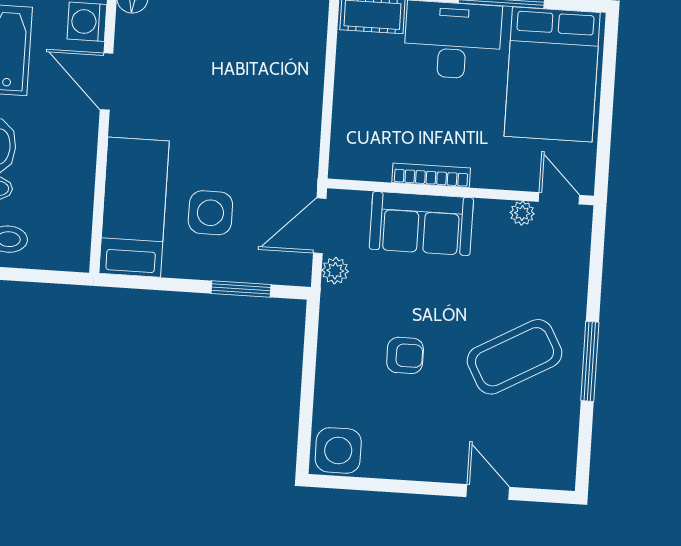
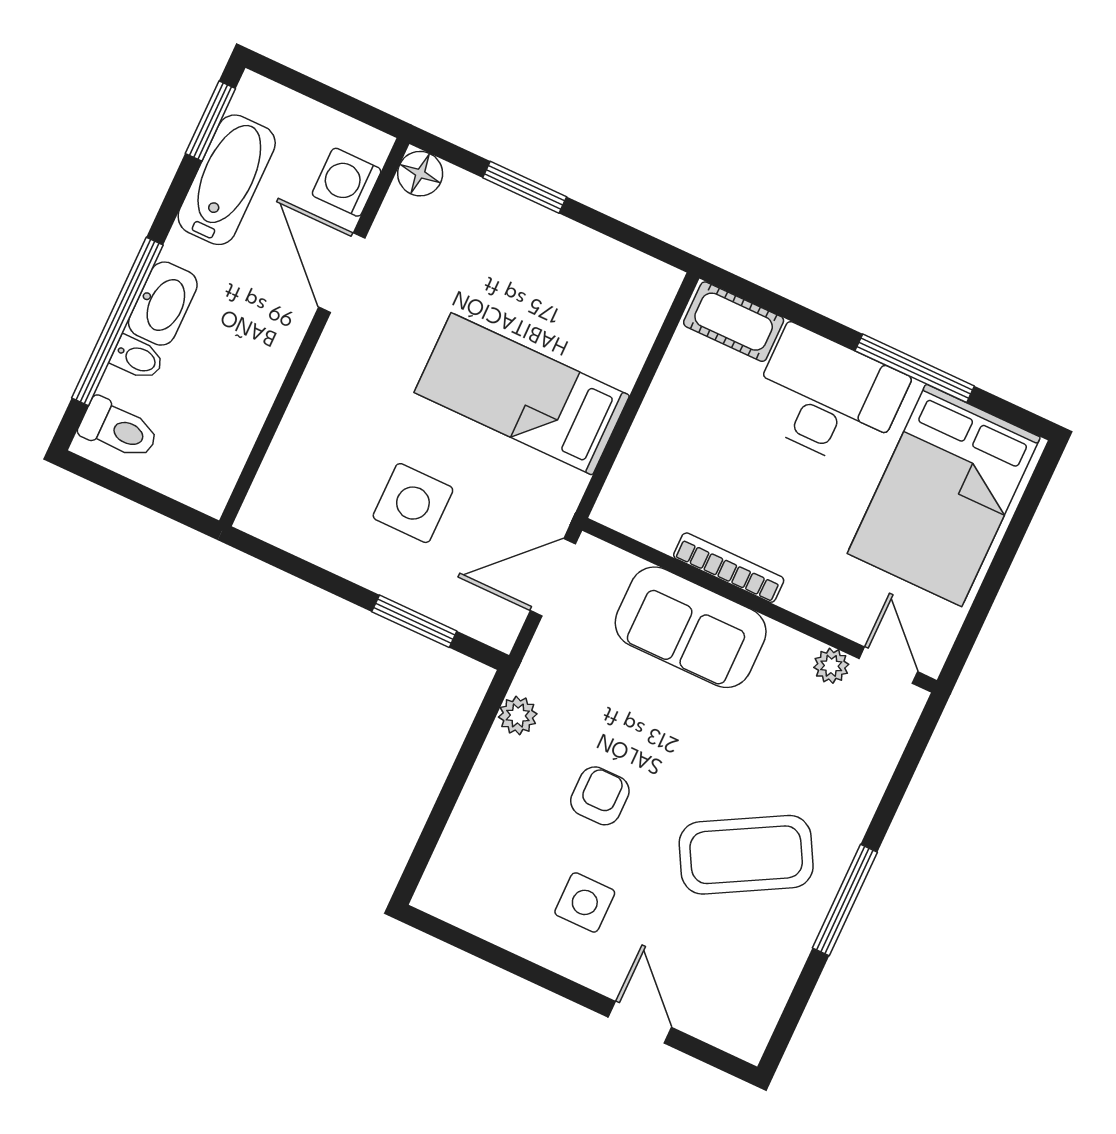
bed: (134, 207) -> (522, 394), moved, turned -90
plant: (335, 271) -> (518, 716), moved
armchair: (405, 355) -> (600, 796), turned -90
side table: (338, 450) -> (585, 902), moved, width x0.73, depth x0.73

